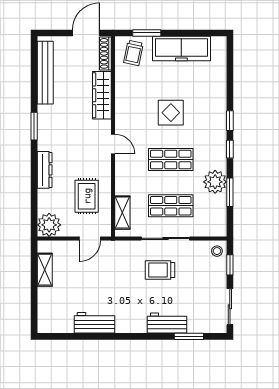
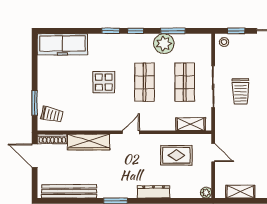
freezer: (181, 49) -> (62, 44), moved, turned 90
plant: (49, 225) -> (206, 193), width x0.53, depth x0.53

